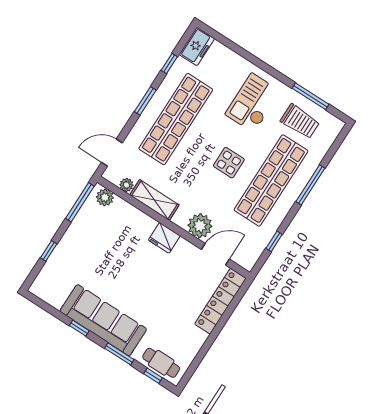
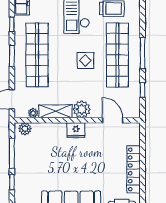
window: (310, 185) -> (143, 53), moved
window: (80, 202) -> (12, 153), moved
plant: (200, 226) -> (82, 109), moved
door: (215, 254) -> (113, 120), hinge flipped
locker: (220, 301) -> (134, 169), moved

